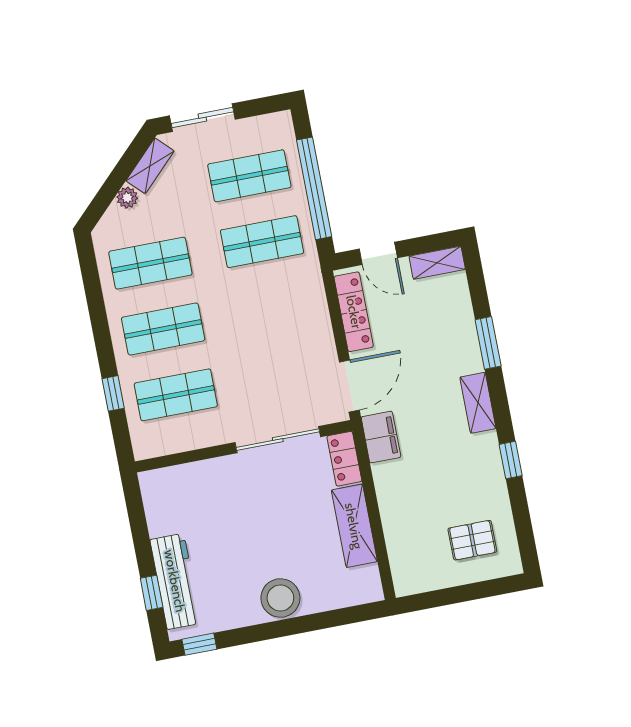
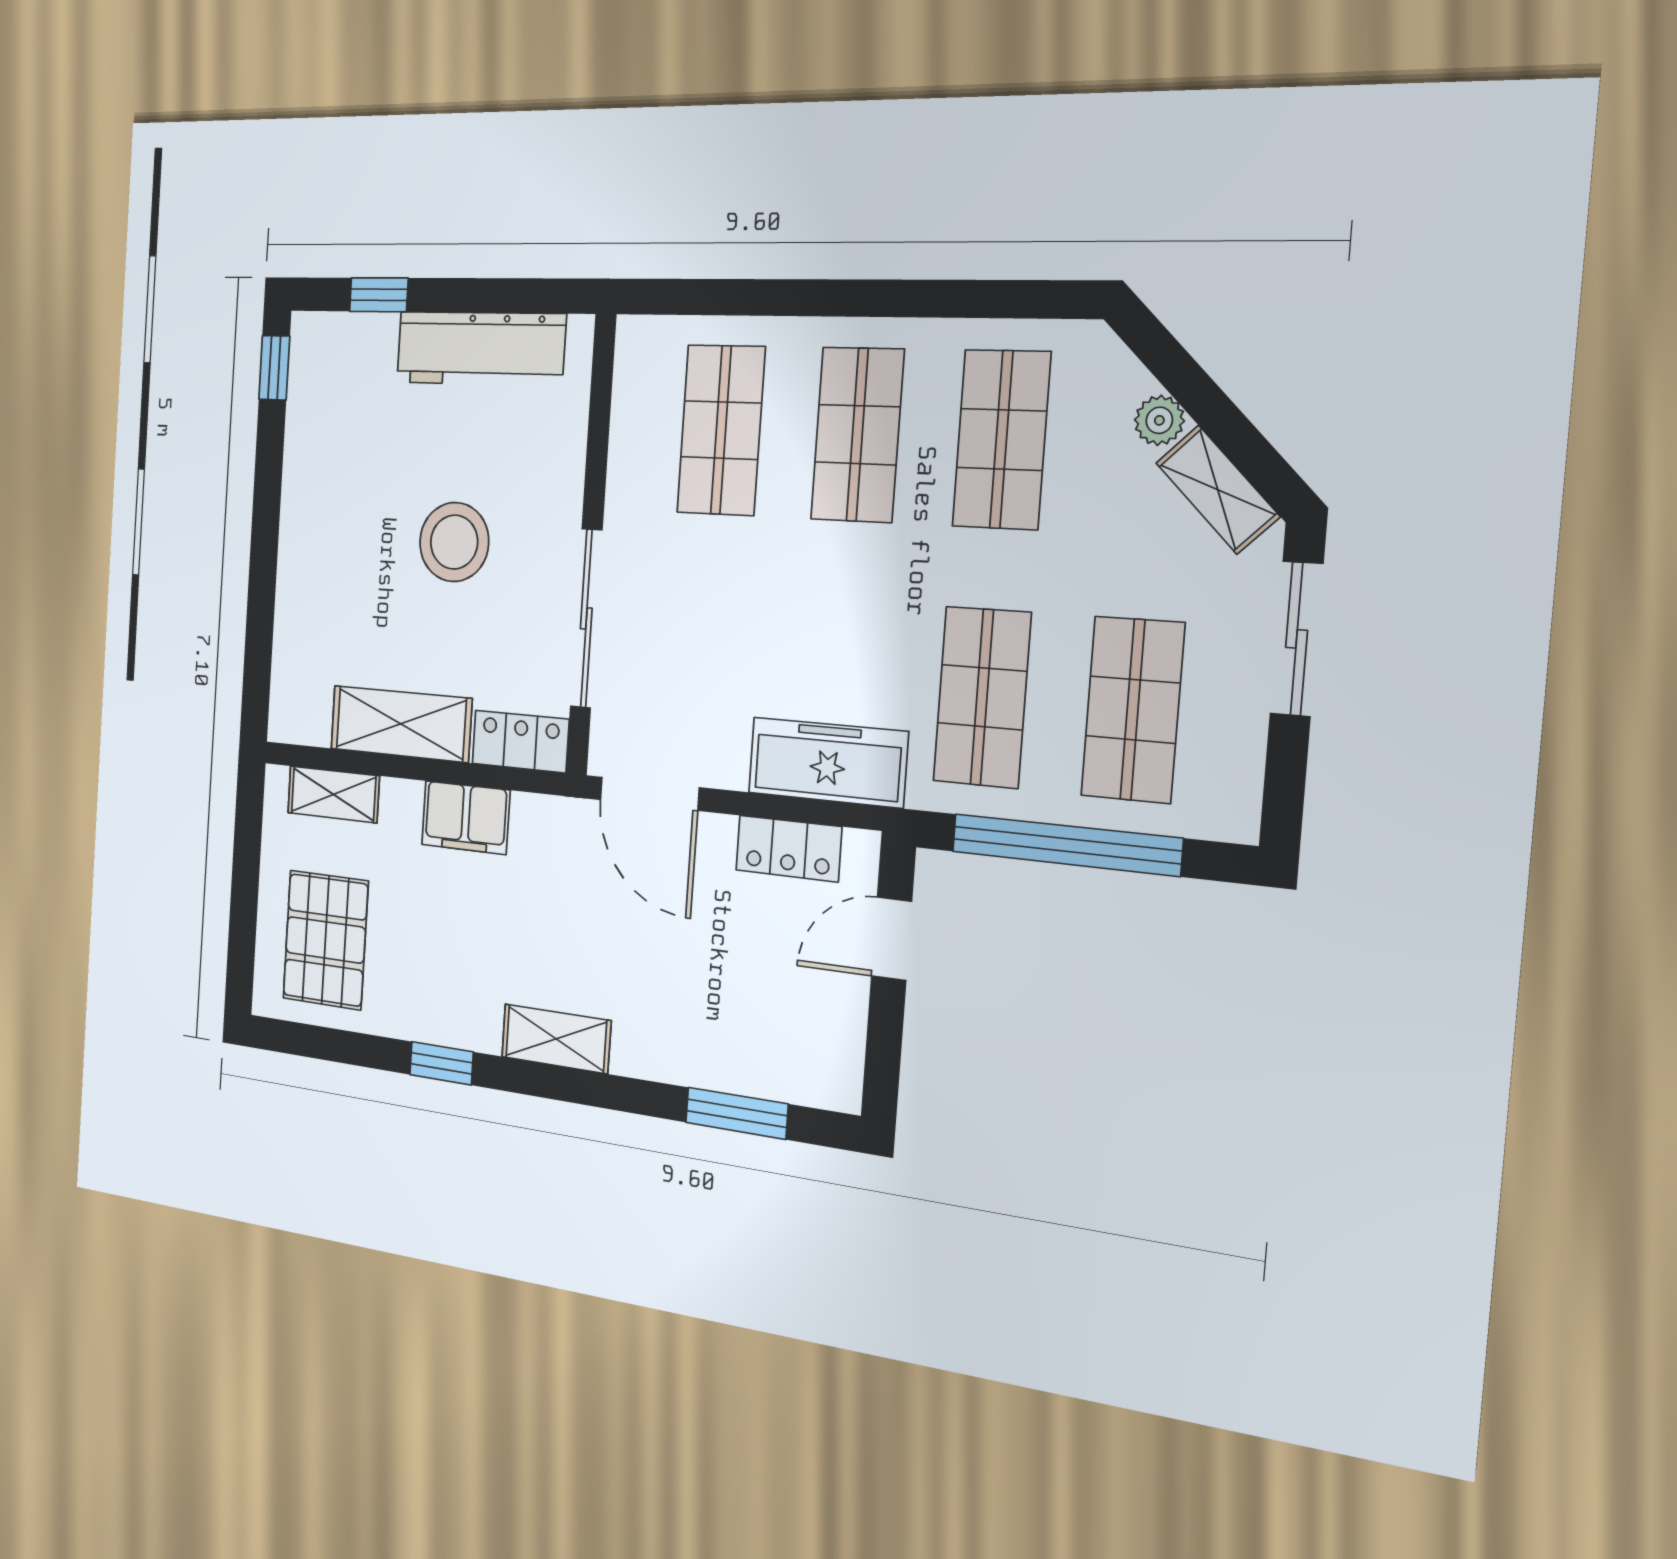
shelving: (437, 263) -> (333, 794), moved, turned 90
freezer: (310, 304) -> (828, 762), added
locker: (354, 312) -> (789, 849), width x0.66
window: (488, 343) -> (737, 1113), moved
window: (113, 393) -> (756, 297), removed
filing cabinet: (381, 437) -> (466, 818), moved
pallet: (472, 540) -> (325, 940), width x1.50, depth x1.42
workbench: (175, 581) -> (480, 349), moved
stool: (280, 598) -> (454, 542), moved

